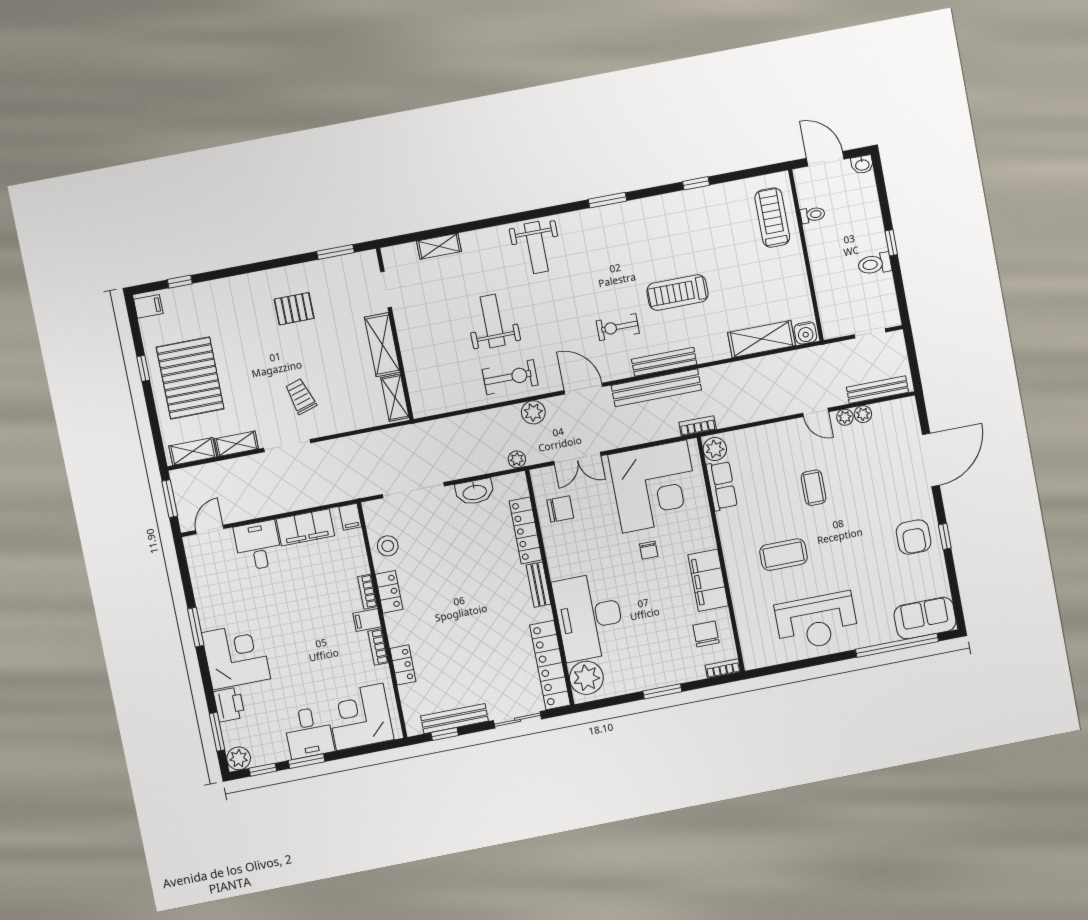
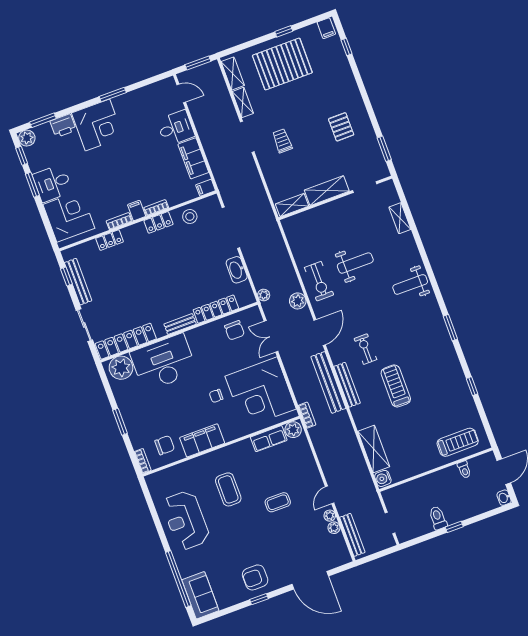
trolley: (301, 396) -> (282, 141), turned -73

